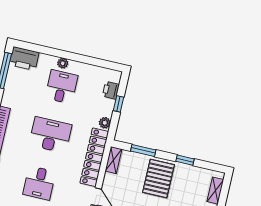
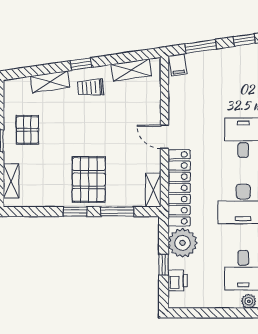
plant: (105, 123) -> (183, 243), width x1.88, depth x1.88
window: (185, 160) -> (75, 212), moved

